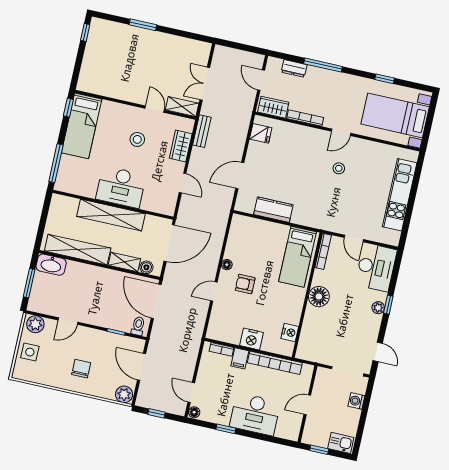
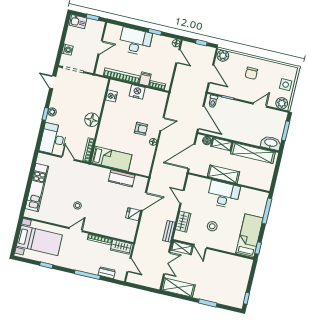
shelving: (187, 47) -> (178, 287), added
fridge: (261, 133) -> (133, 214), moved
shelving: (111, 215) -> (223, 174), width x0.68
bed: (298, 257) -> (111, 159), moved, turned 90

